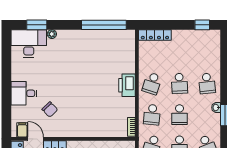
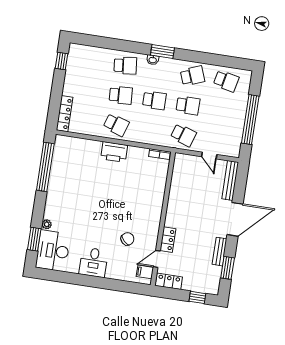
desk: (24, 93) -> (94, 262), moved
school desk: (152, 115) -> (150, 130), removed

